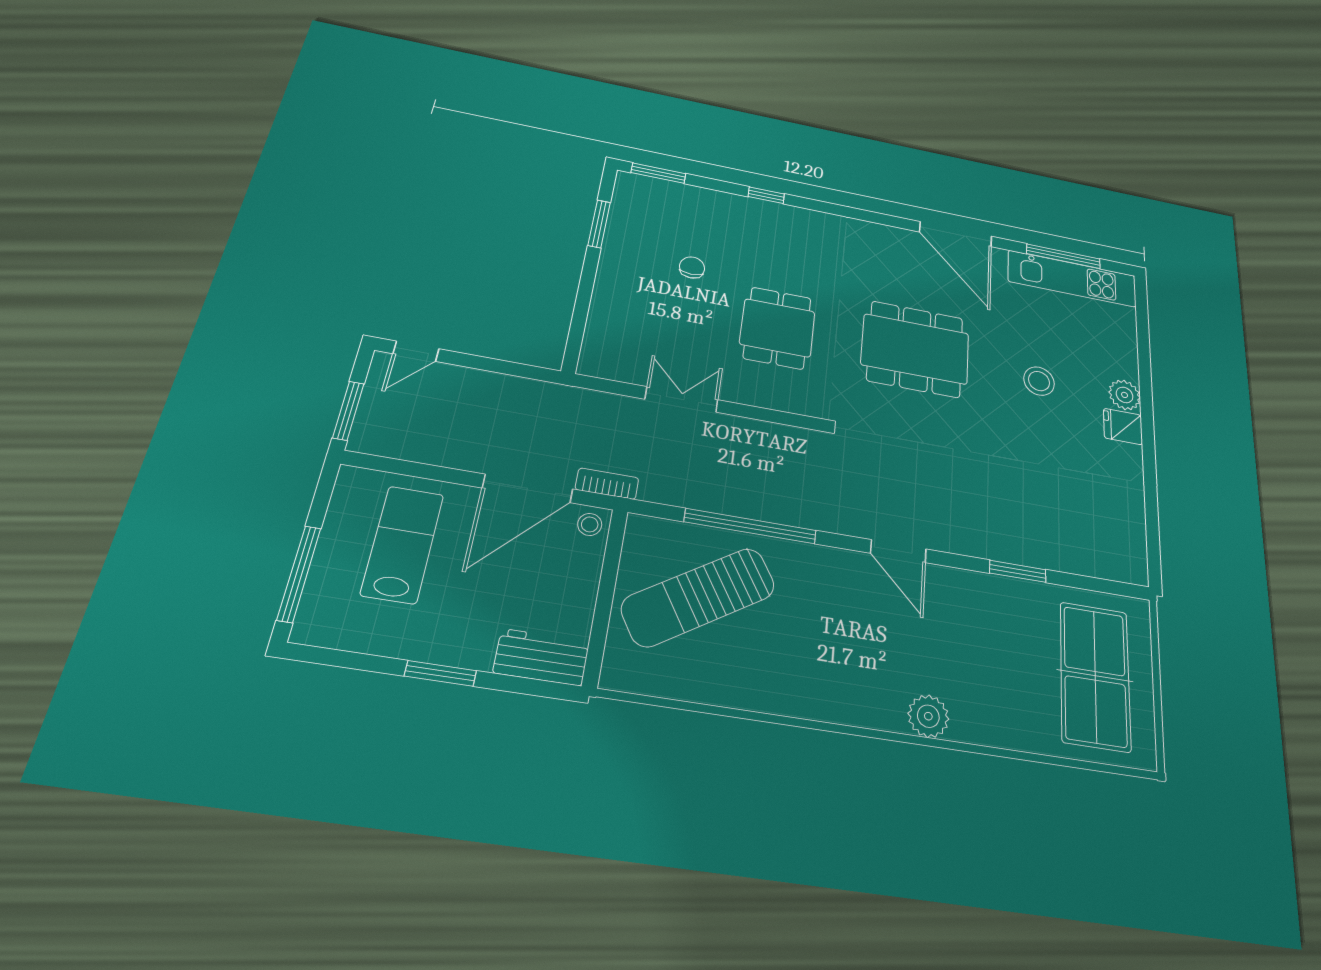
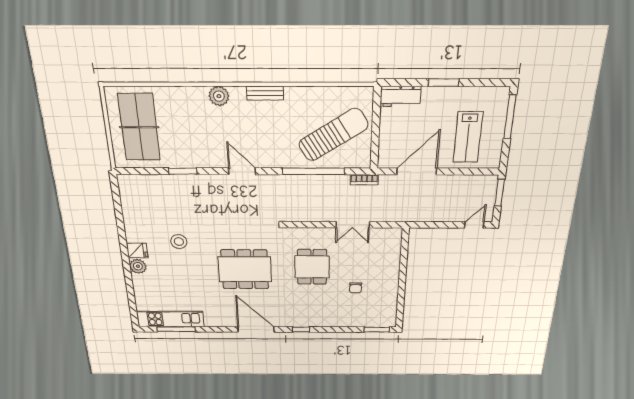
window: (766, 195) -> (301, 329), moved
window: (599, 224) -> (401, 300), removed
door: (956, 234) -> (256, 329), moved
stool: (1039, 381) -> (179, 242), moved
bookcase: (607, 484) -> (364, 180), moved
stool: (590, 524) -> (387, 160), removed
bench: (832, 708) -> (265, 93), added

